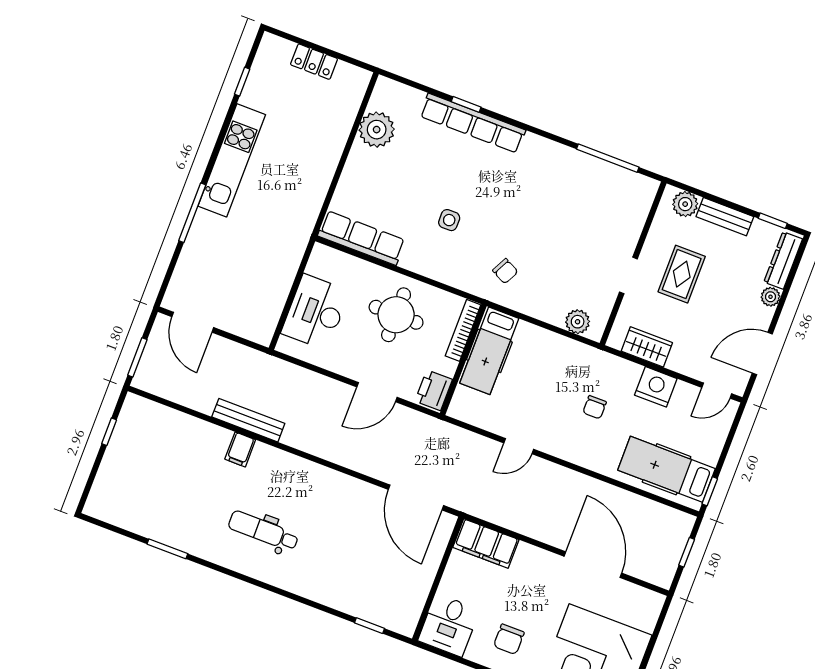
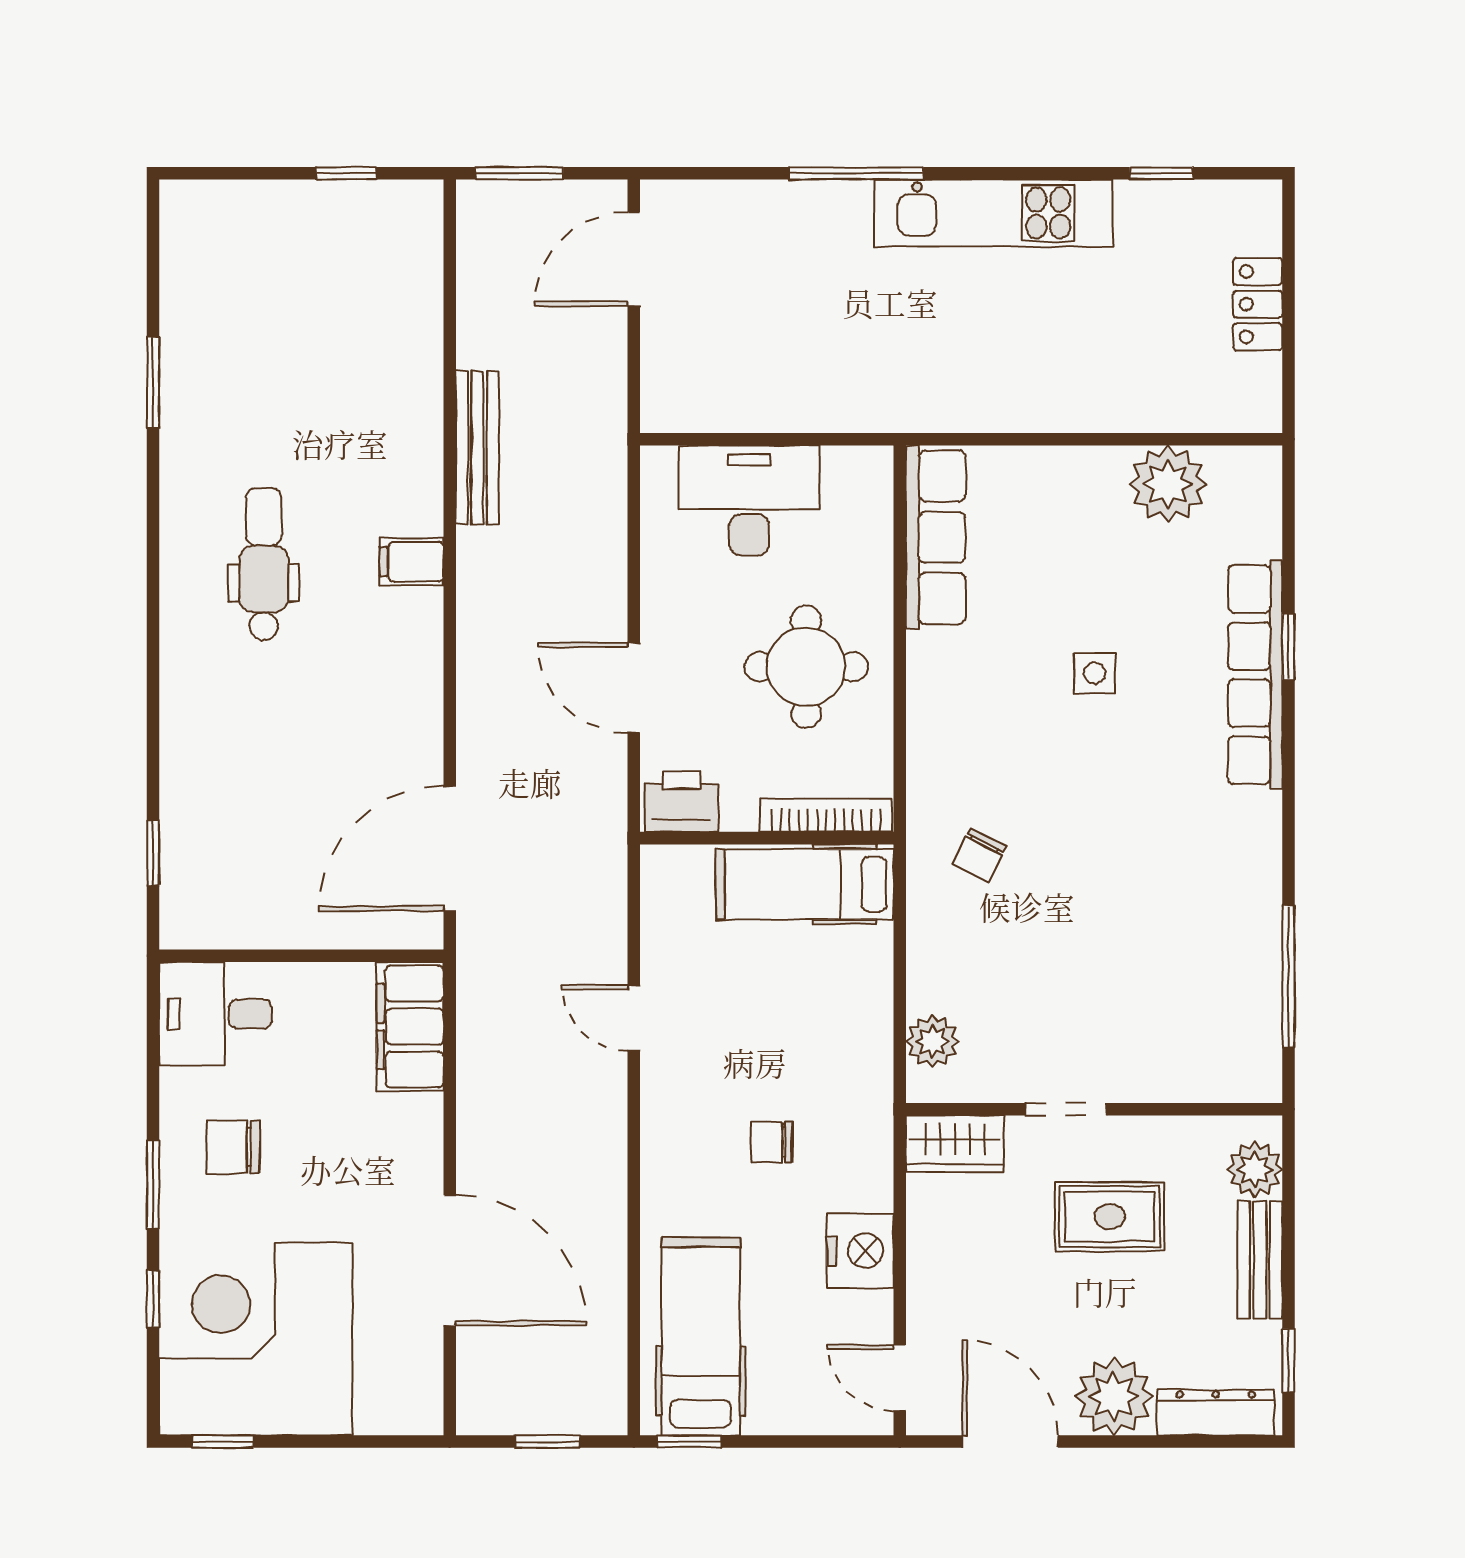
side table: (449, 220) -> (1095, 673), moved
plant: (770, 297) -> (1114, 1397), width x1.87, depth x1.87
wardrobe: (647, 347) -> (955, 1144), moved, turned 90
filing cabinet: (240, 449) -> (412, 562), moved
door: (593, 565) -> (450, 1260), hinge flipped

